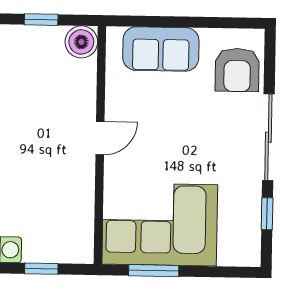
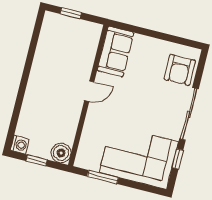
boiler: (81, 42) -> (61, 153), moved
sofa: (161, 49) -> (115, 51), moved, turned -90
corner sofa: (160, 224) -> (139, 157), moved

